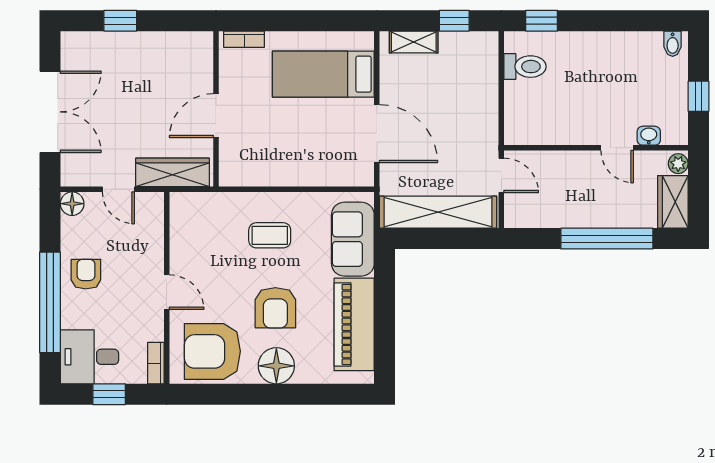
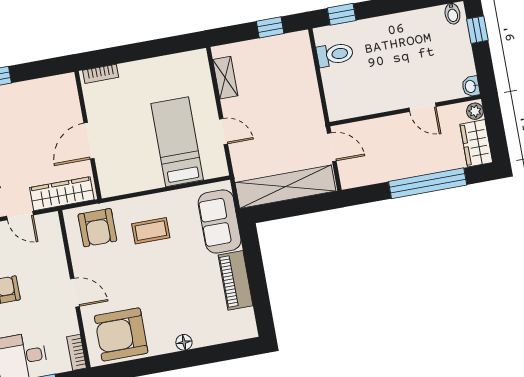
shelving: (414, 42) -> (225, 78), moved, turned 90
bed: (323, 74) -> (177, 142), moved, turned 90
window: (698, 96) -> (477, 30), moved
door: (377, 134) -> (223, 131), width x0.53
washbasin: (649, 136) -> (471, 86), moved, turned -90
armchair: (275, 308) -> (97, 228), moved
piano: (354, 324) -> (236, 280), width x0.73, depth x0.75
floor lamp: (276, 366) -> (184, 342), width x0.53, depth x0.53

